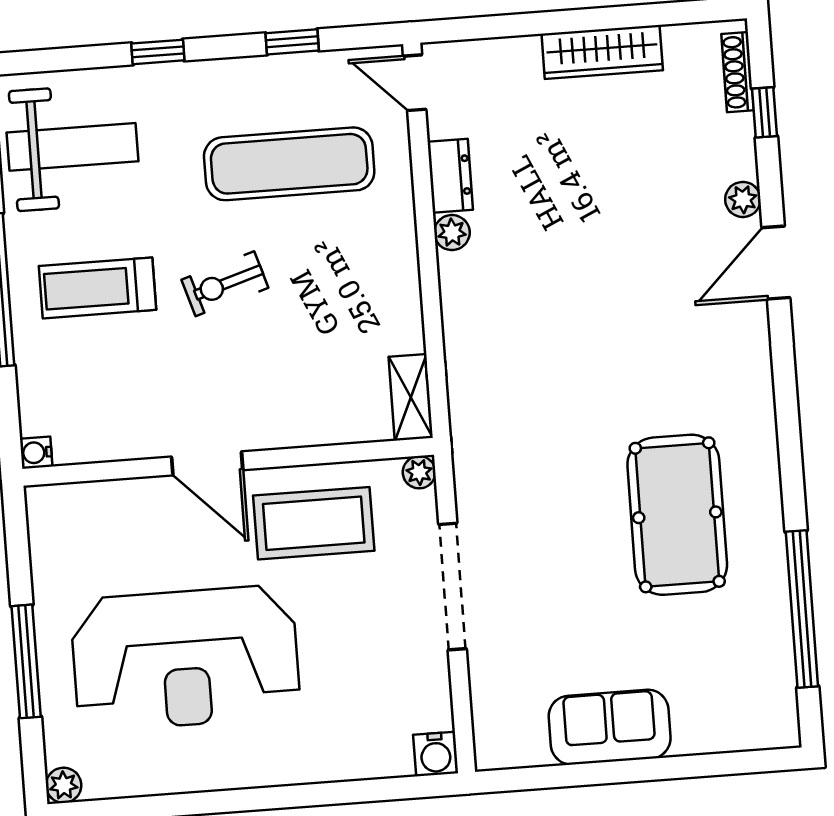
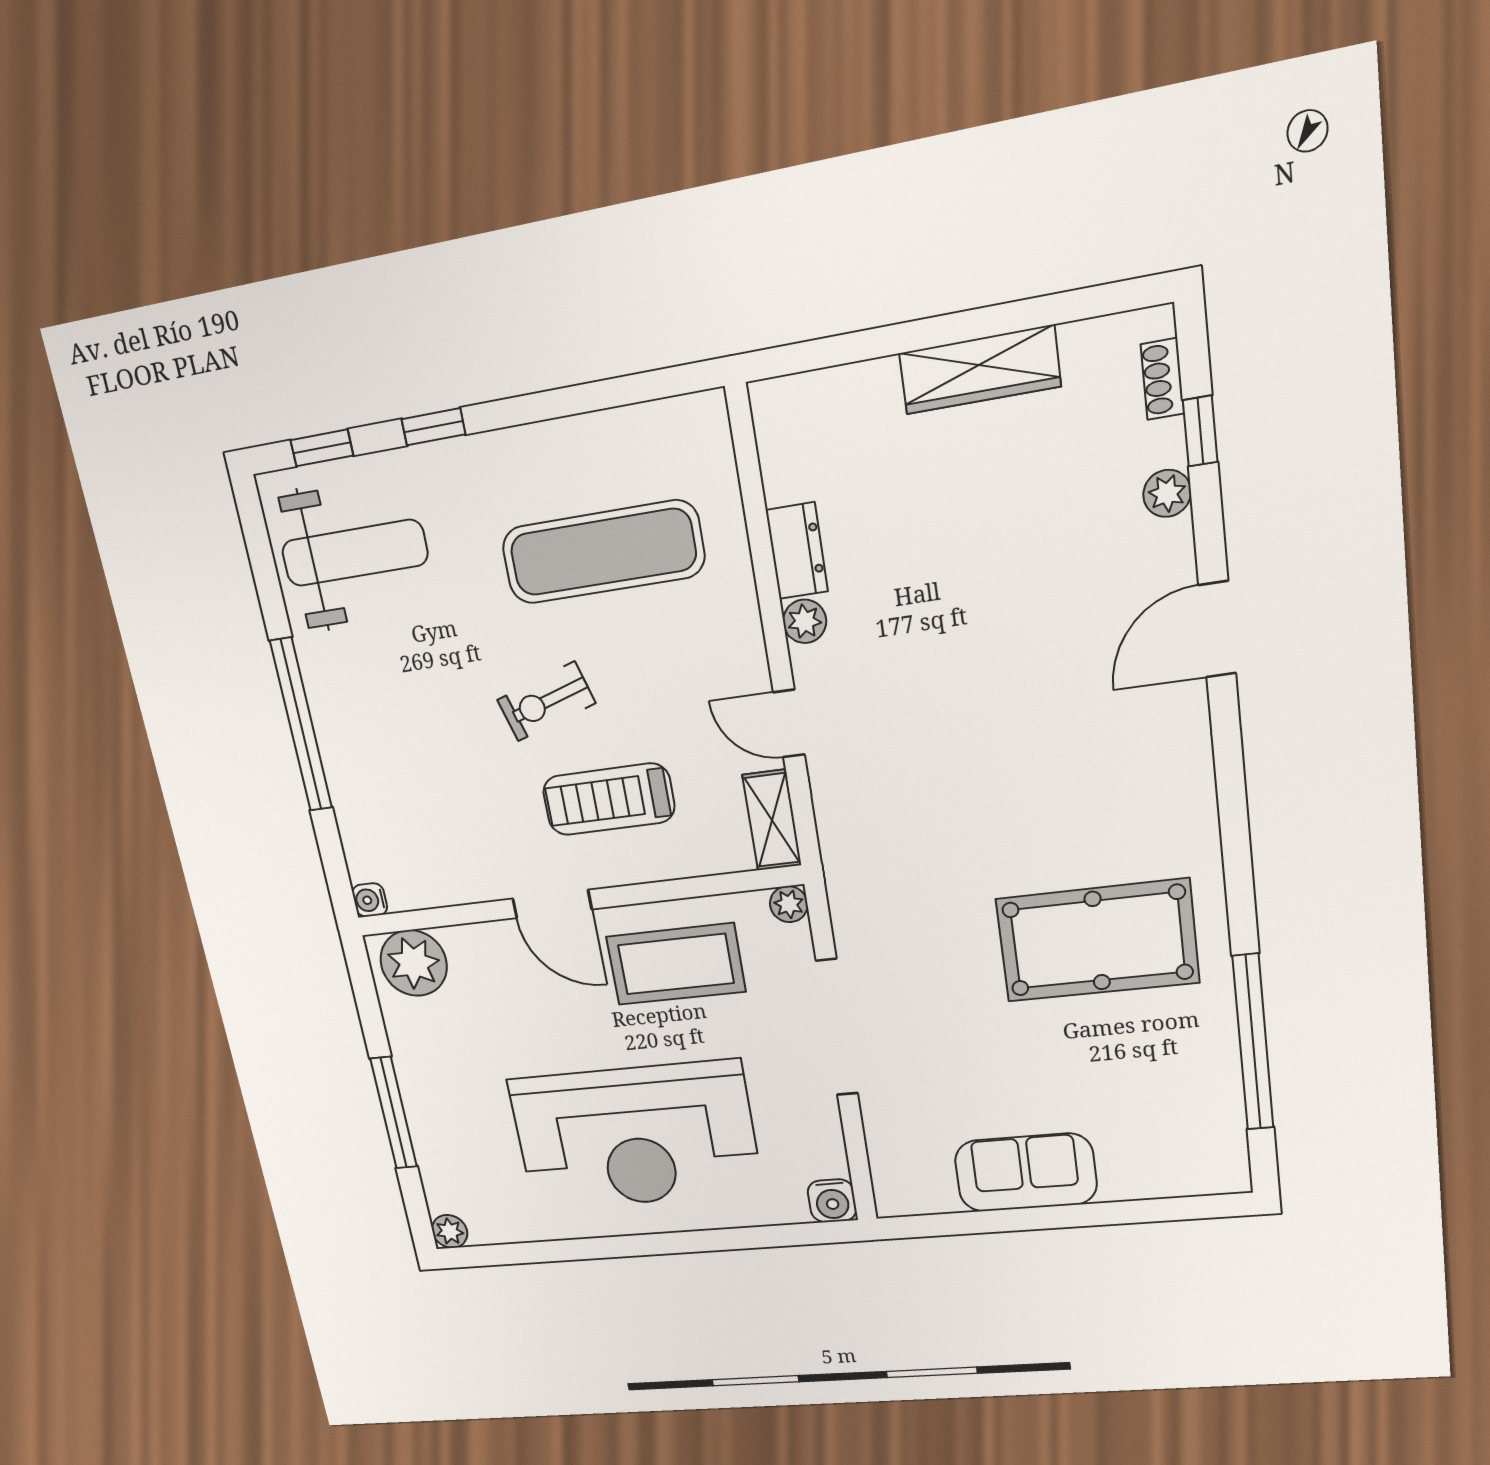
window: (292, 42) -> (322, 448), moved
shoe rack: (738, 72) -> (1162, 379), width x0.70
door: (415, 83) -> (789, 723), moved
plant: (743, 199) -> (1167, 493), moved
treadmill: (98, 288) -> (609, 799), moved
plant: (69, 514) -> (414, 963), added
pool table: (677, 515) -> (1097, 941), turned 90
reception desk: (185, 658) -> (635, 1136), moved

